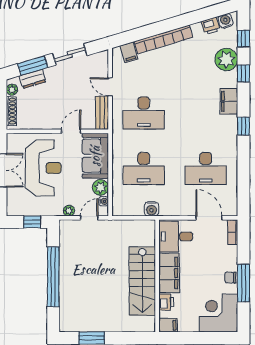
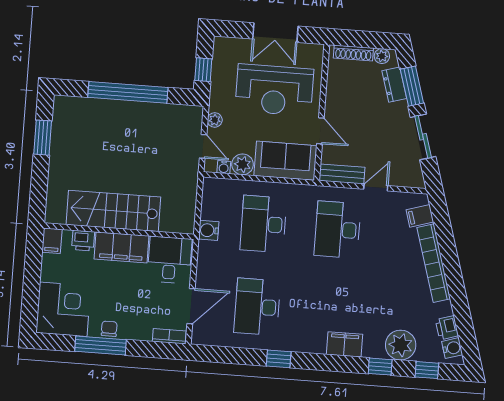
window: (243, 126) -> (279, 359), moved

